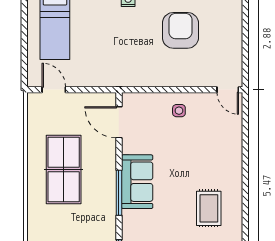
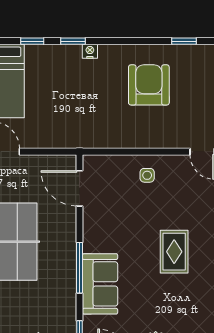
sofa: (137, 182) -> (100, 284), moved
rug: (209, 208) -> (174, 252), moved

